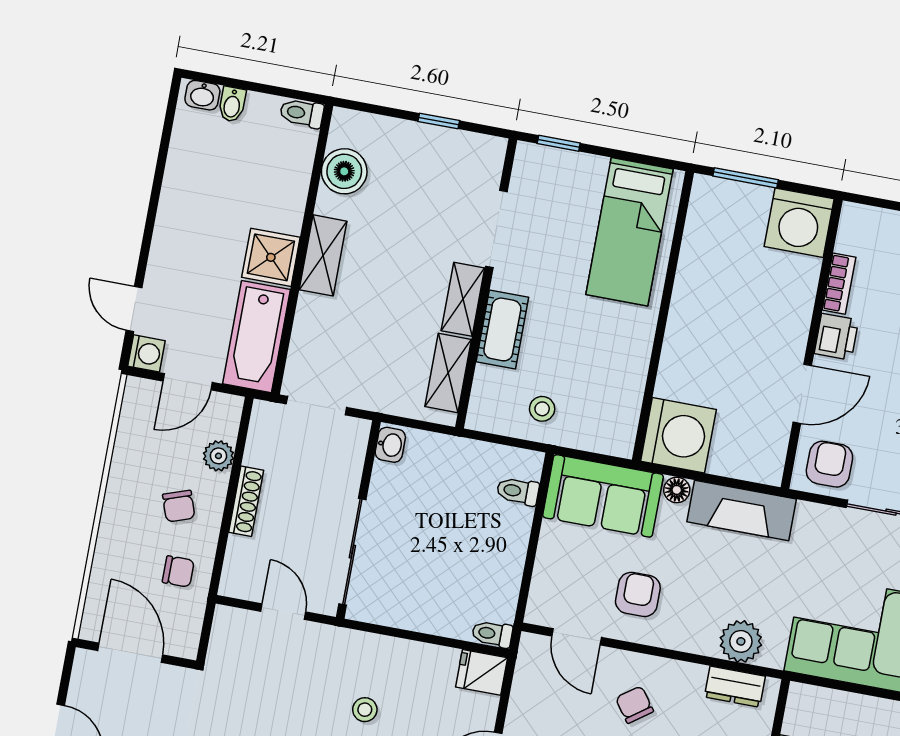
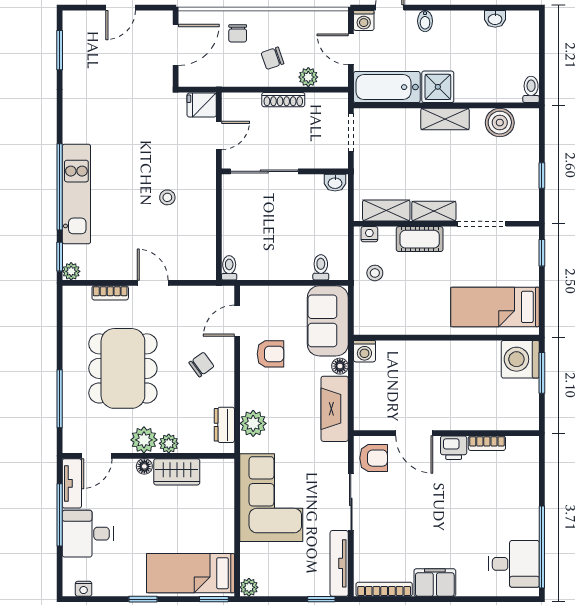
washbasin: (202, 95) -> (495, 19), moved, turned -90
bidet: (232, 104) -> (425, 21), moved, turned -90
washing machine: (799, 223) -> (520, 359), moved
nightstand: (480, 406) -> (369, 234), added
washing machine: (678, 435) -> (364, 351), width x0.53, depth x0.53
chair: (178, 571) -> (238, 33), moved
fridge: (482, 672) -> (202, 105), moved, turned -90

